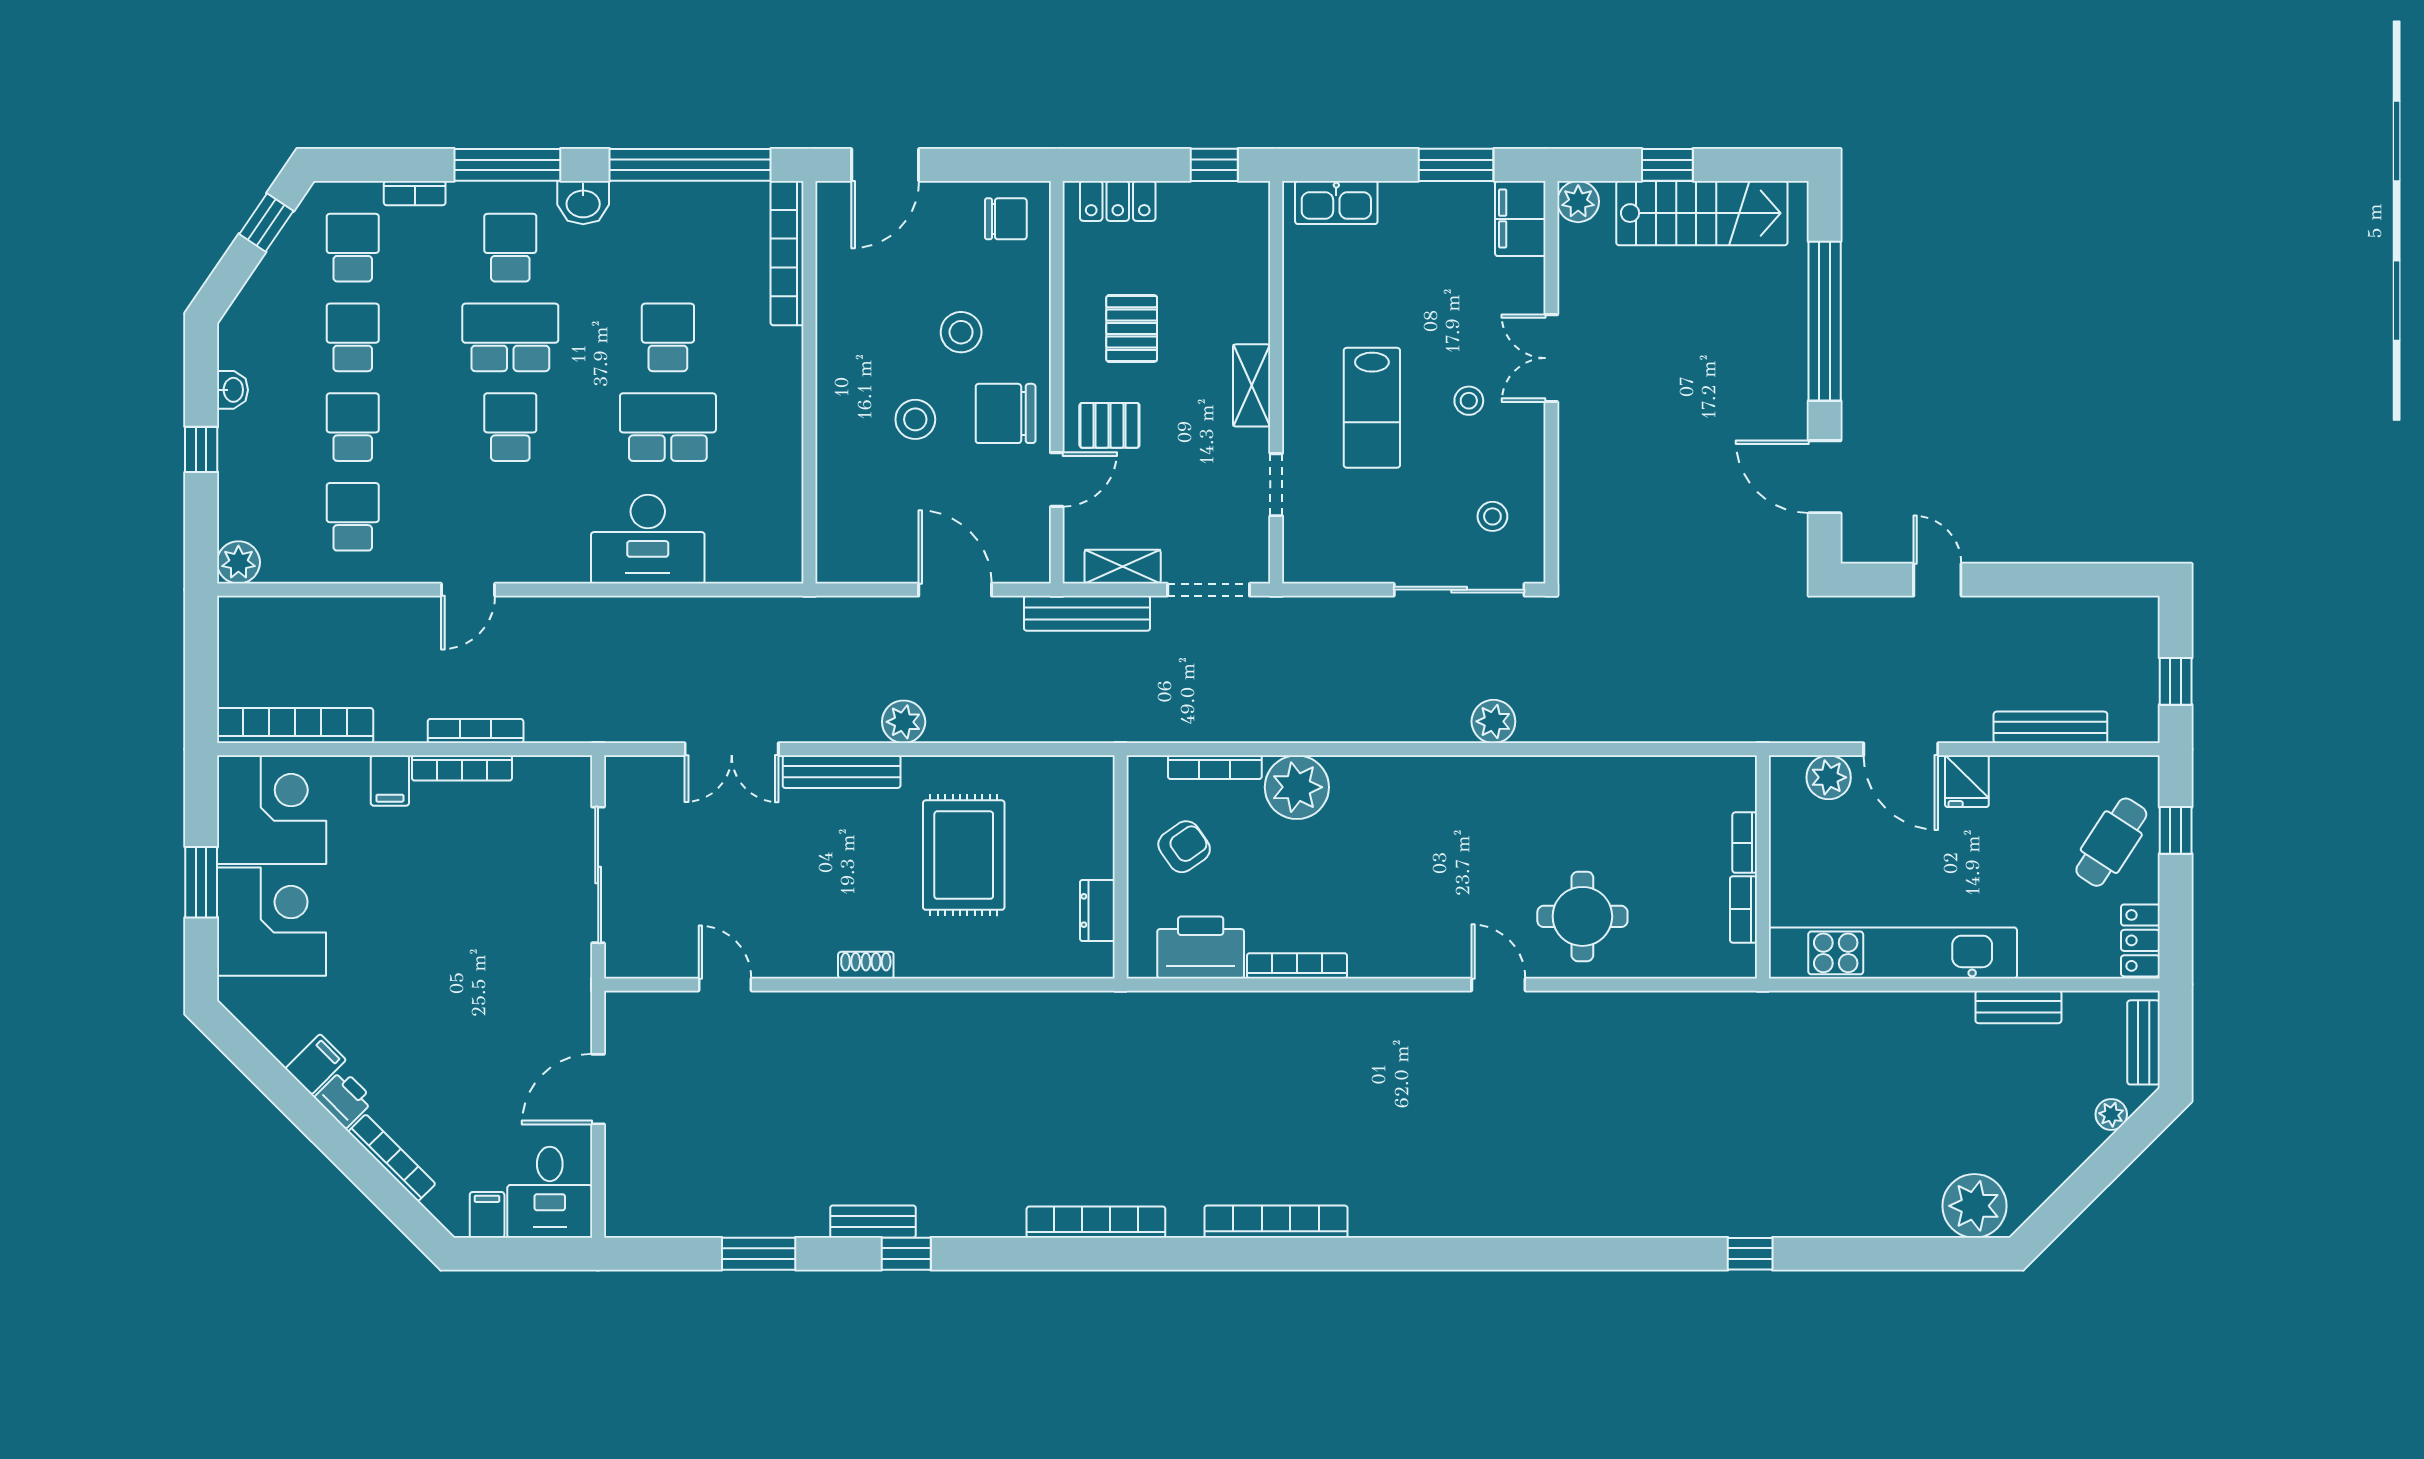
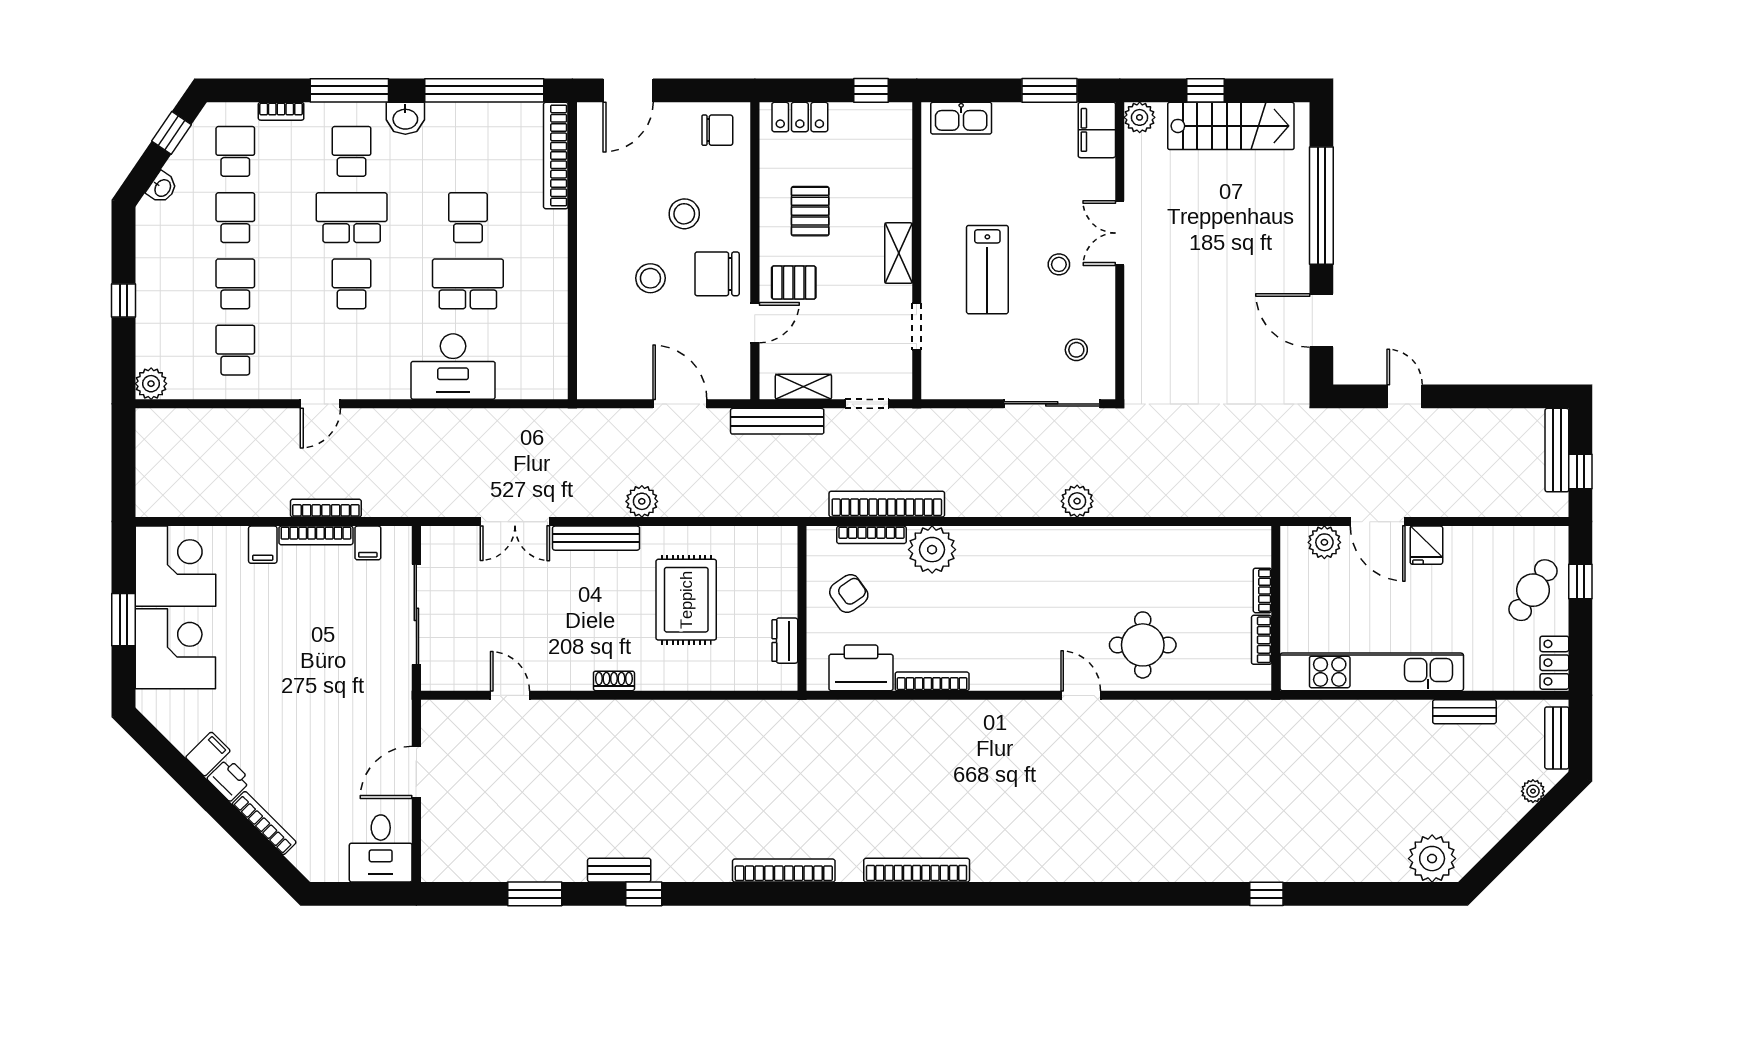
washbasin: (232, 390) -> (162, 188), moved, turned 34
doorway: (1209, 590) -> (867, 404), width x0.73
bookcase: (295, 726) -> (887, 504), moved
bench: (2050, 727) -> (1557, 450), moved, turned 90
filing cabinet: (487, 1215) -> (368, 543), moved, turned 180

